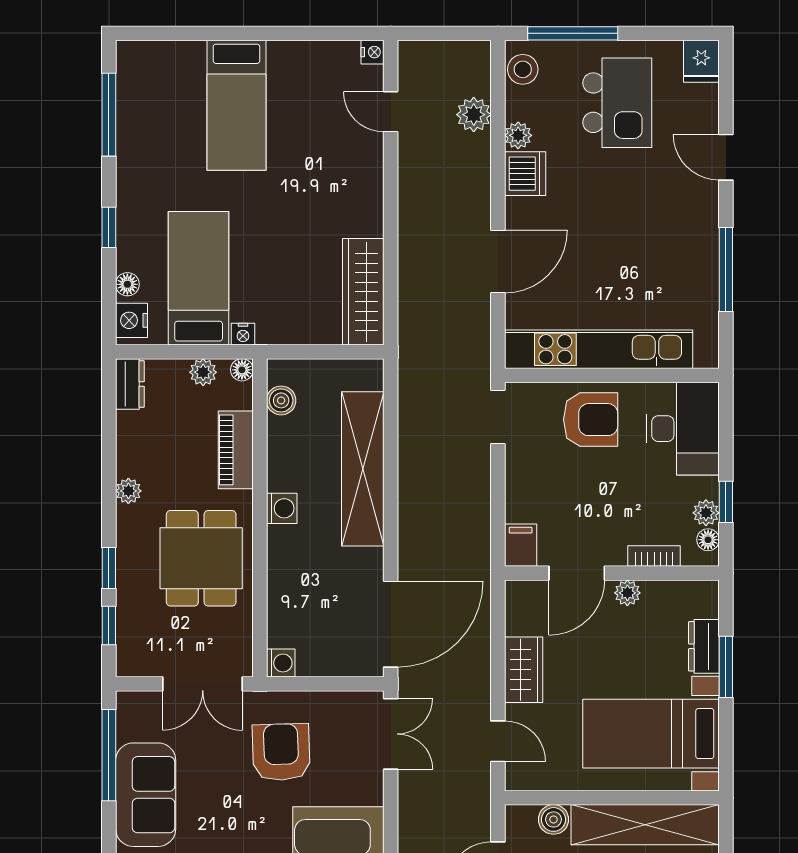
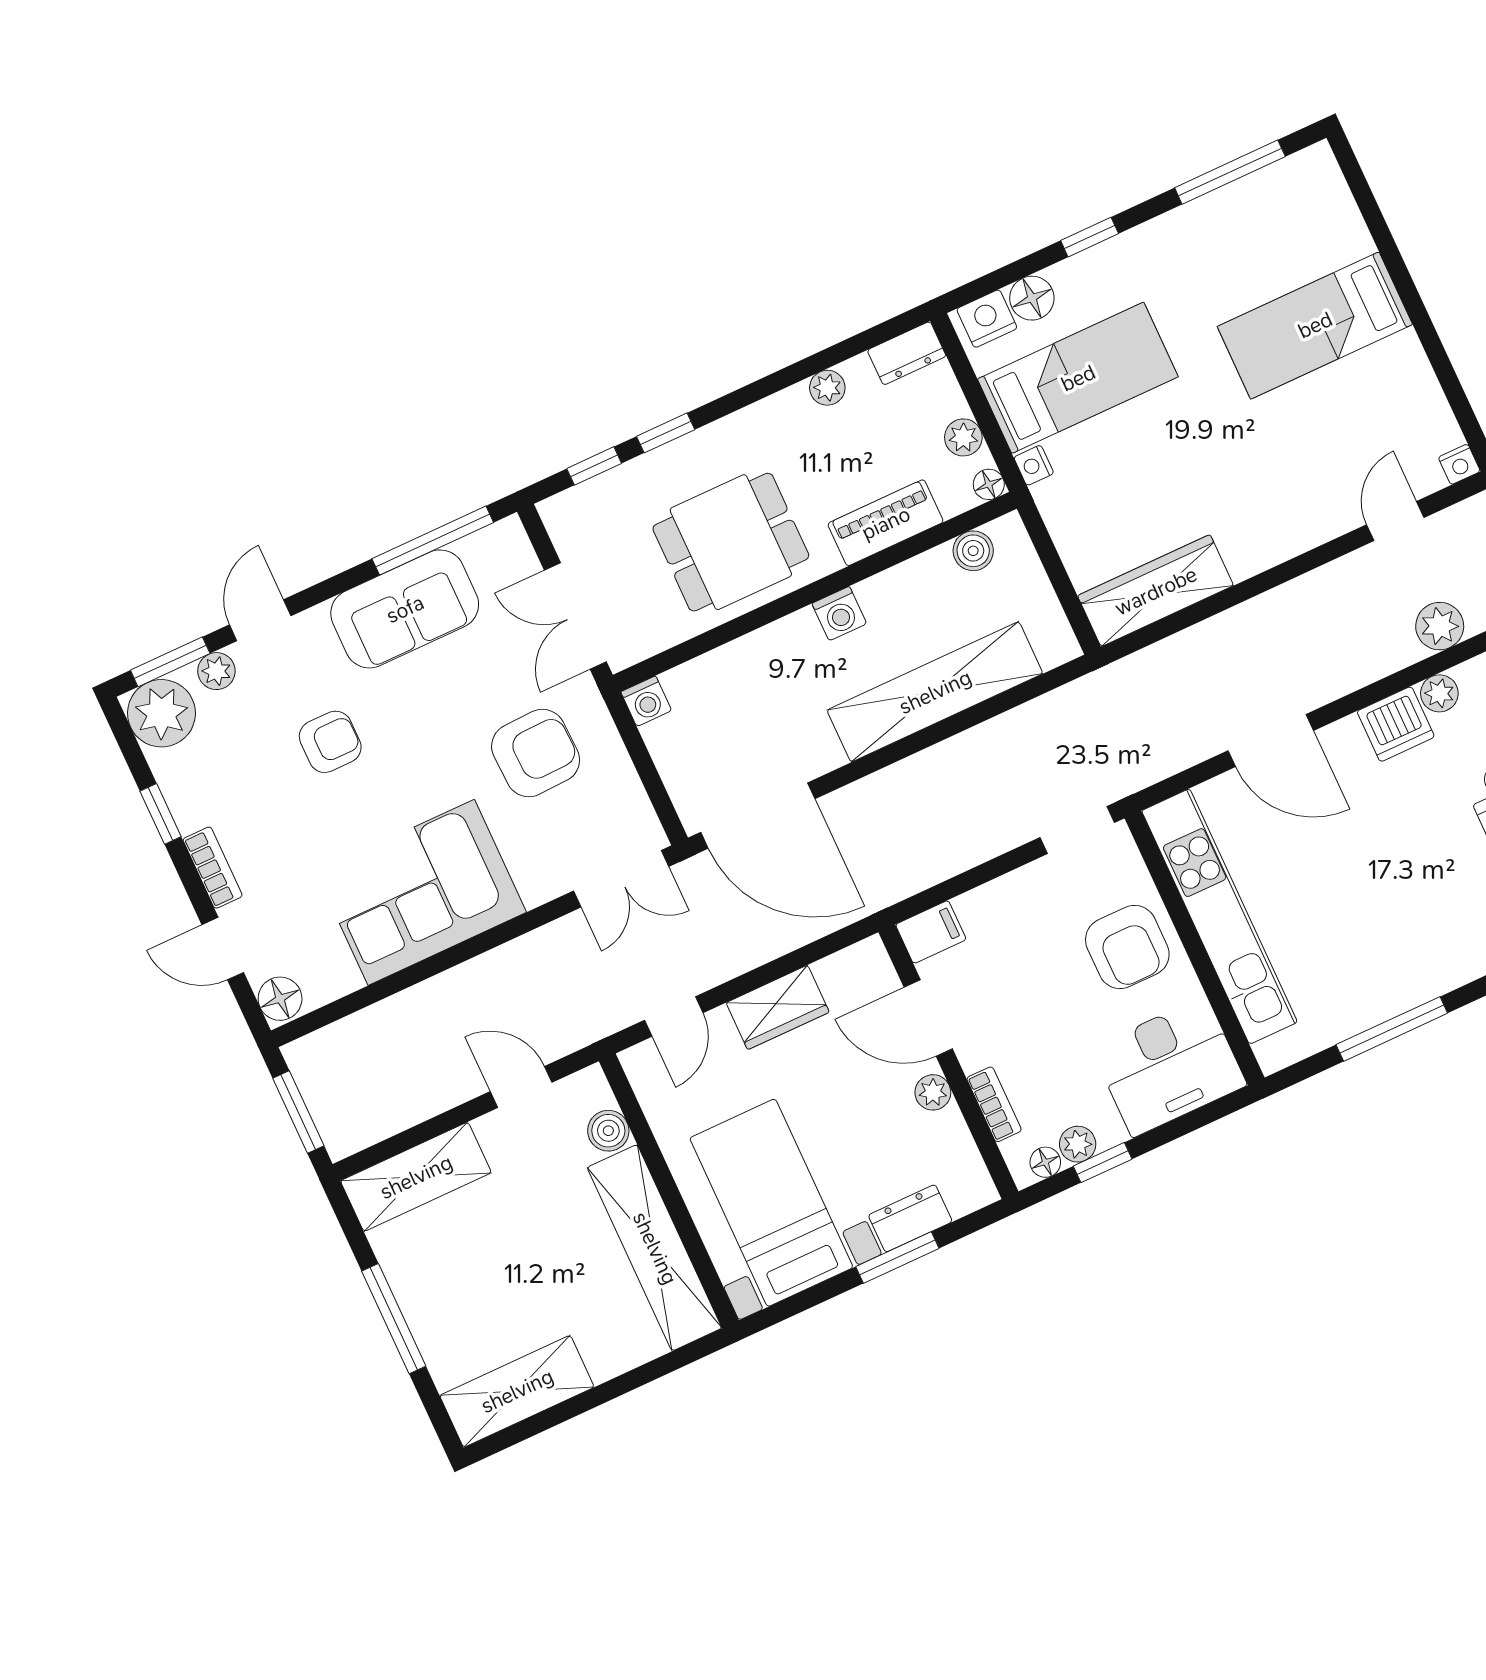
floor lamp: (127, 284) -> (1032, 298), width x1.37, depth x1.37
plant: (128, 491) -> (827, 388), moved

